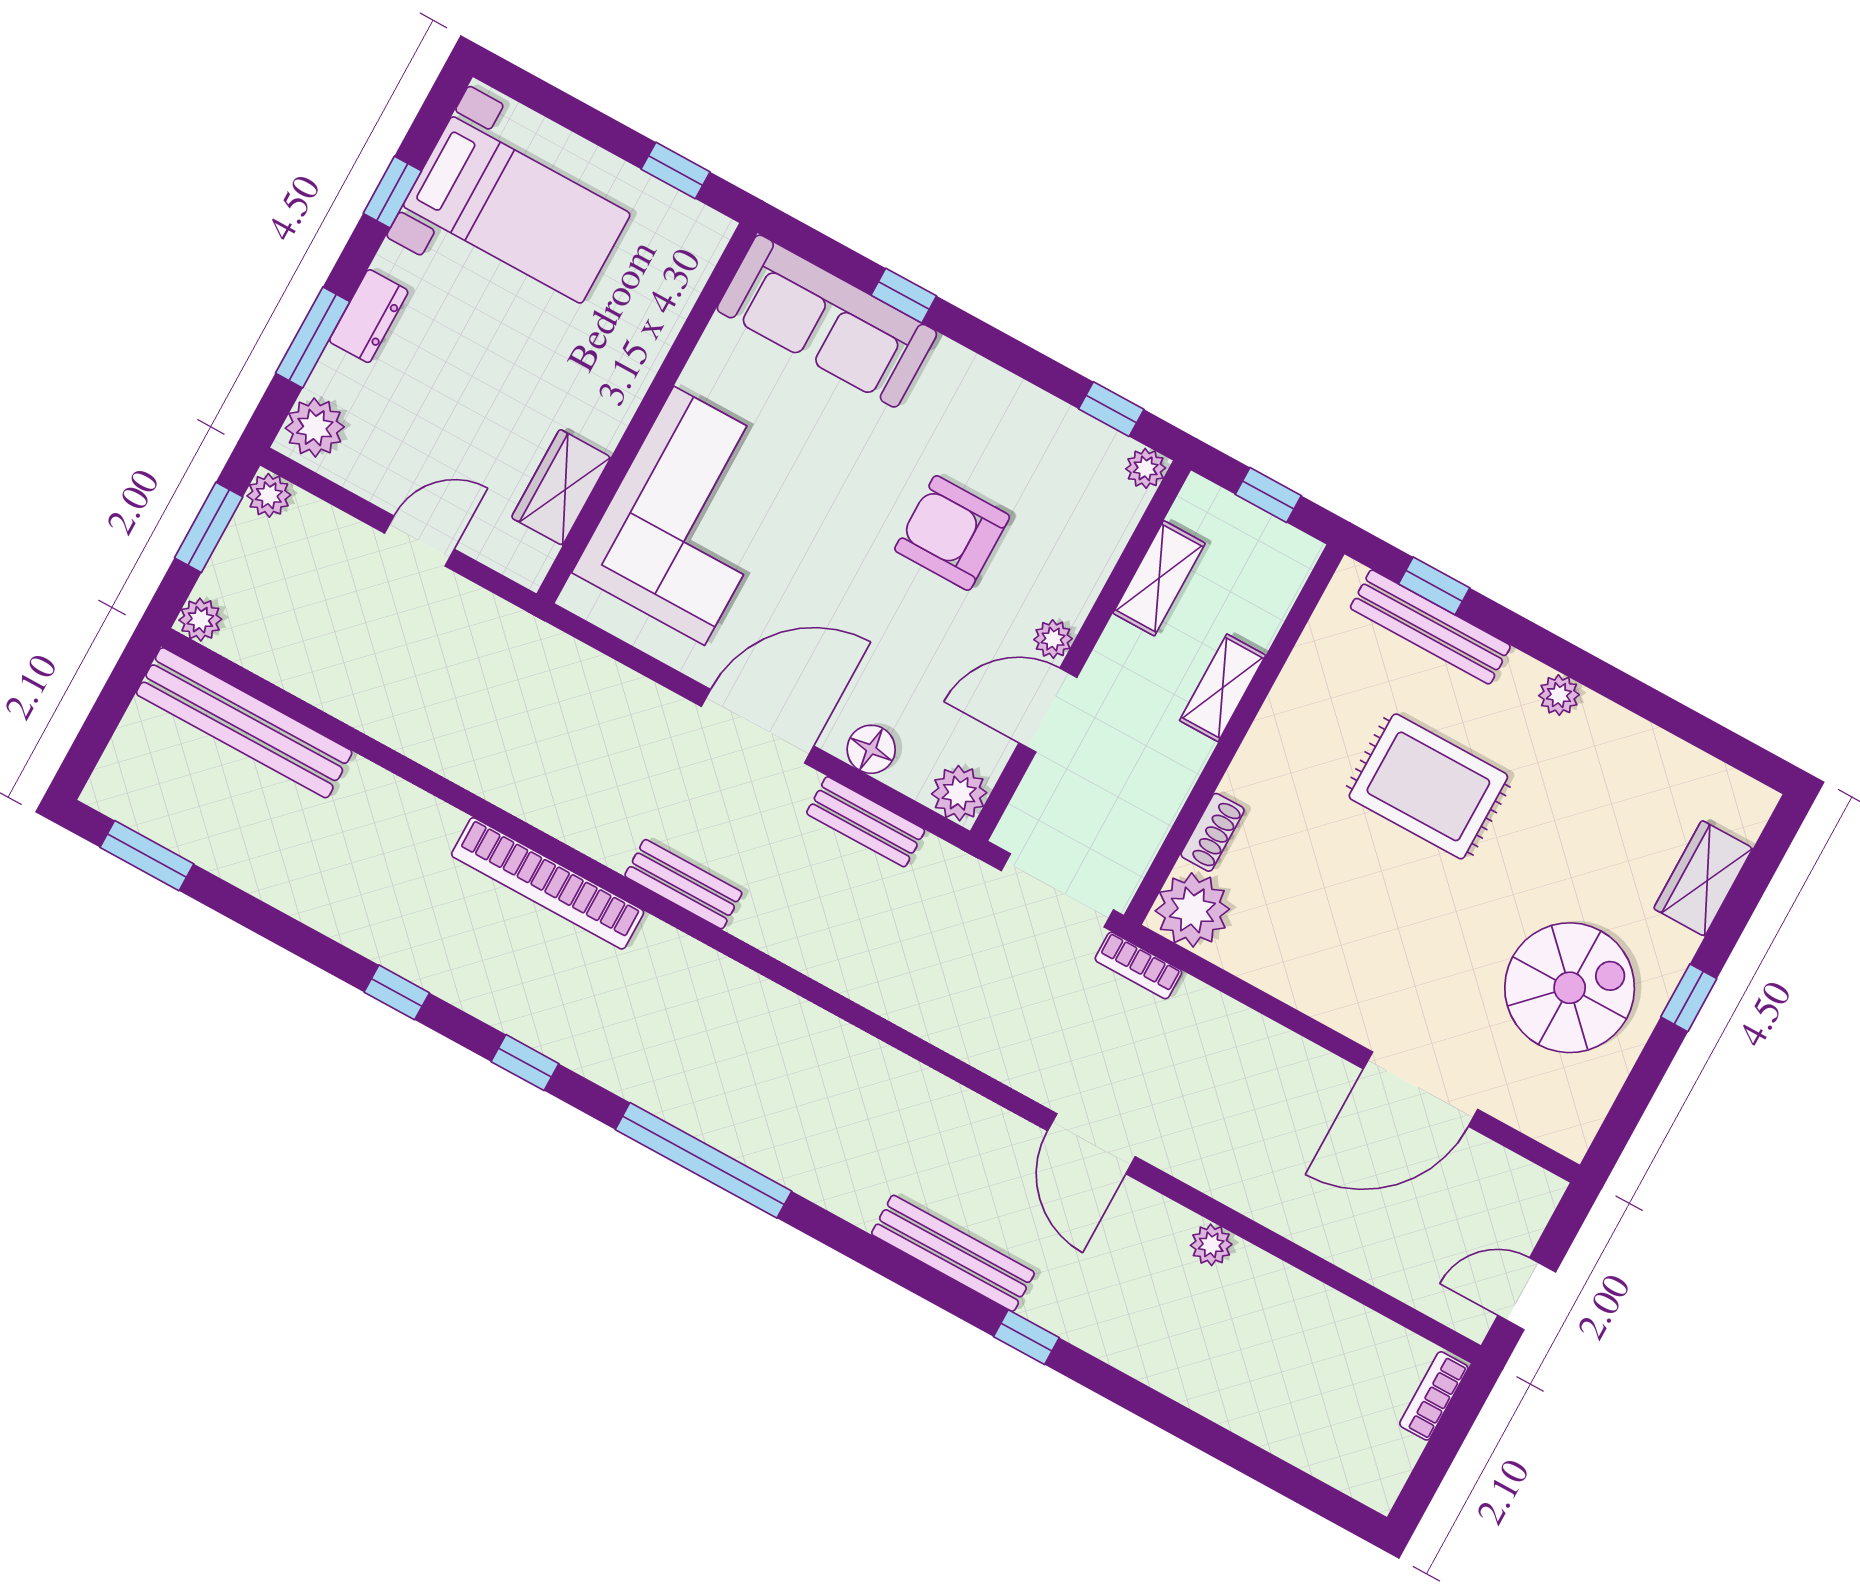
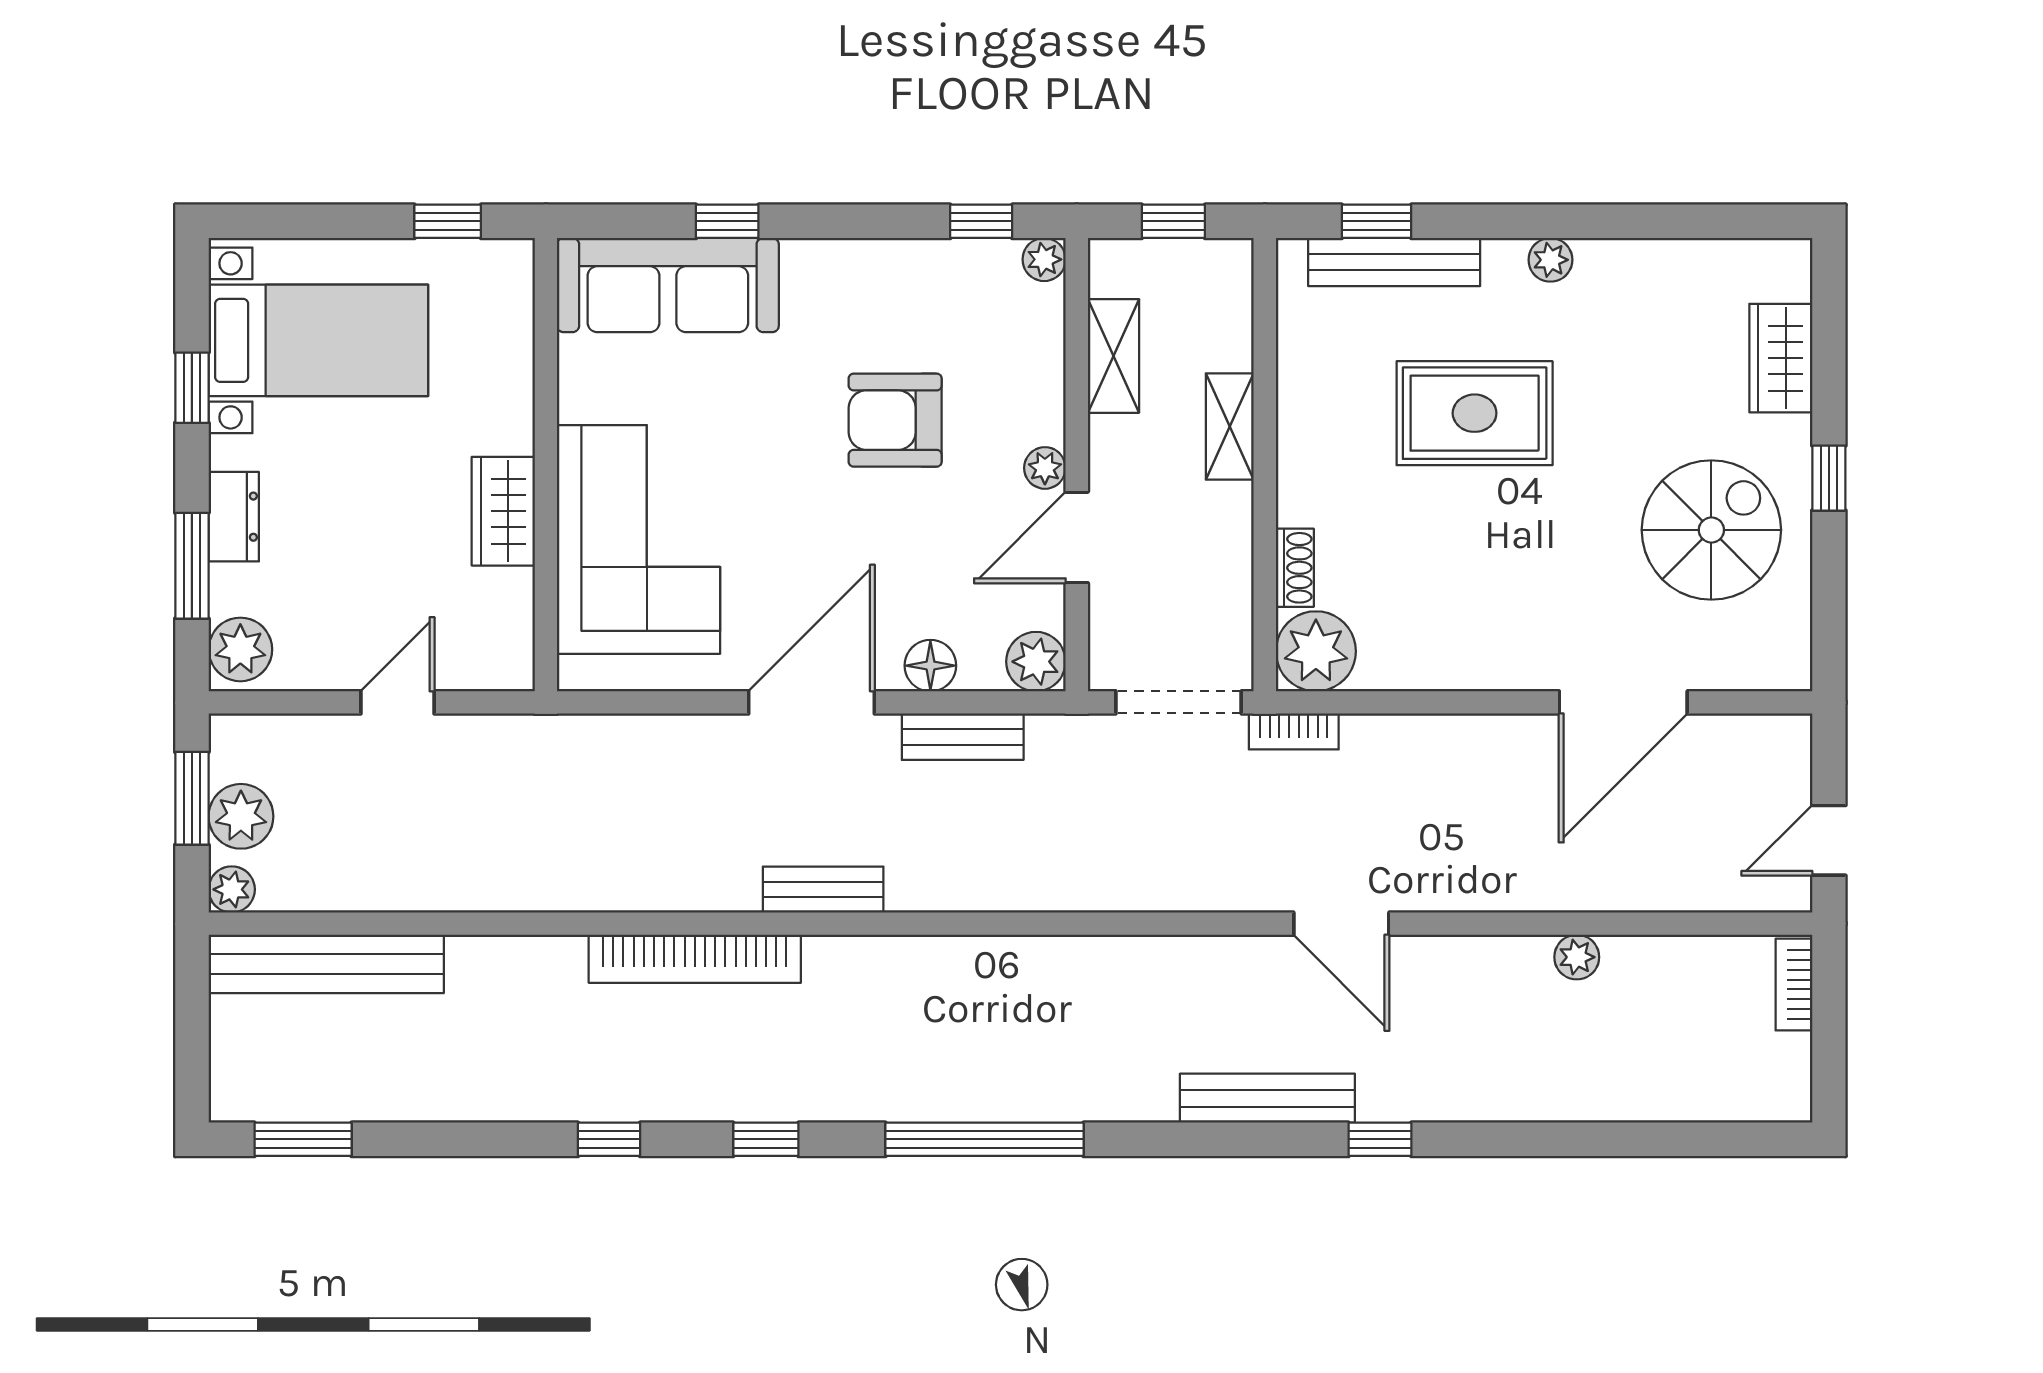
wardrobe: (561, 487) -> (503, 511), moved
plant: (269, 495) -> (241, 816), moved, width x1.38, depth x1.38
plant: (1211, 1245) -> (1577, 957), moved

